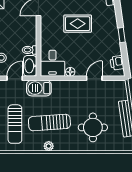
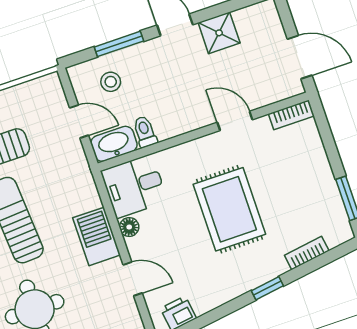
rug: (78, 24) -> (229, 209), width x1.36, depth x1.43
window: (122, 35) -> (267, 288), moved
barbecue: (39, 88) -> (97, 236), moved

